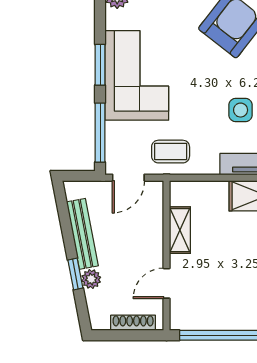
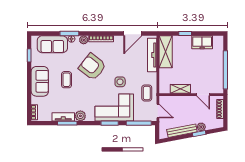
side table: (241, 110) -> (120, 82), moved

